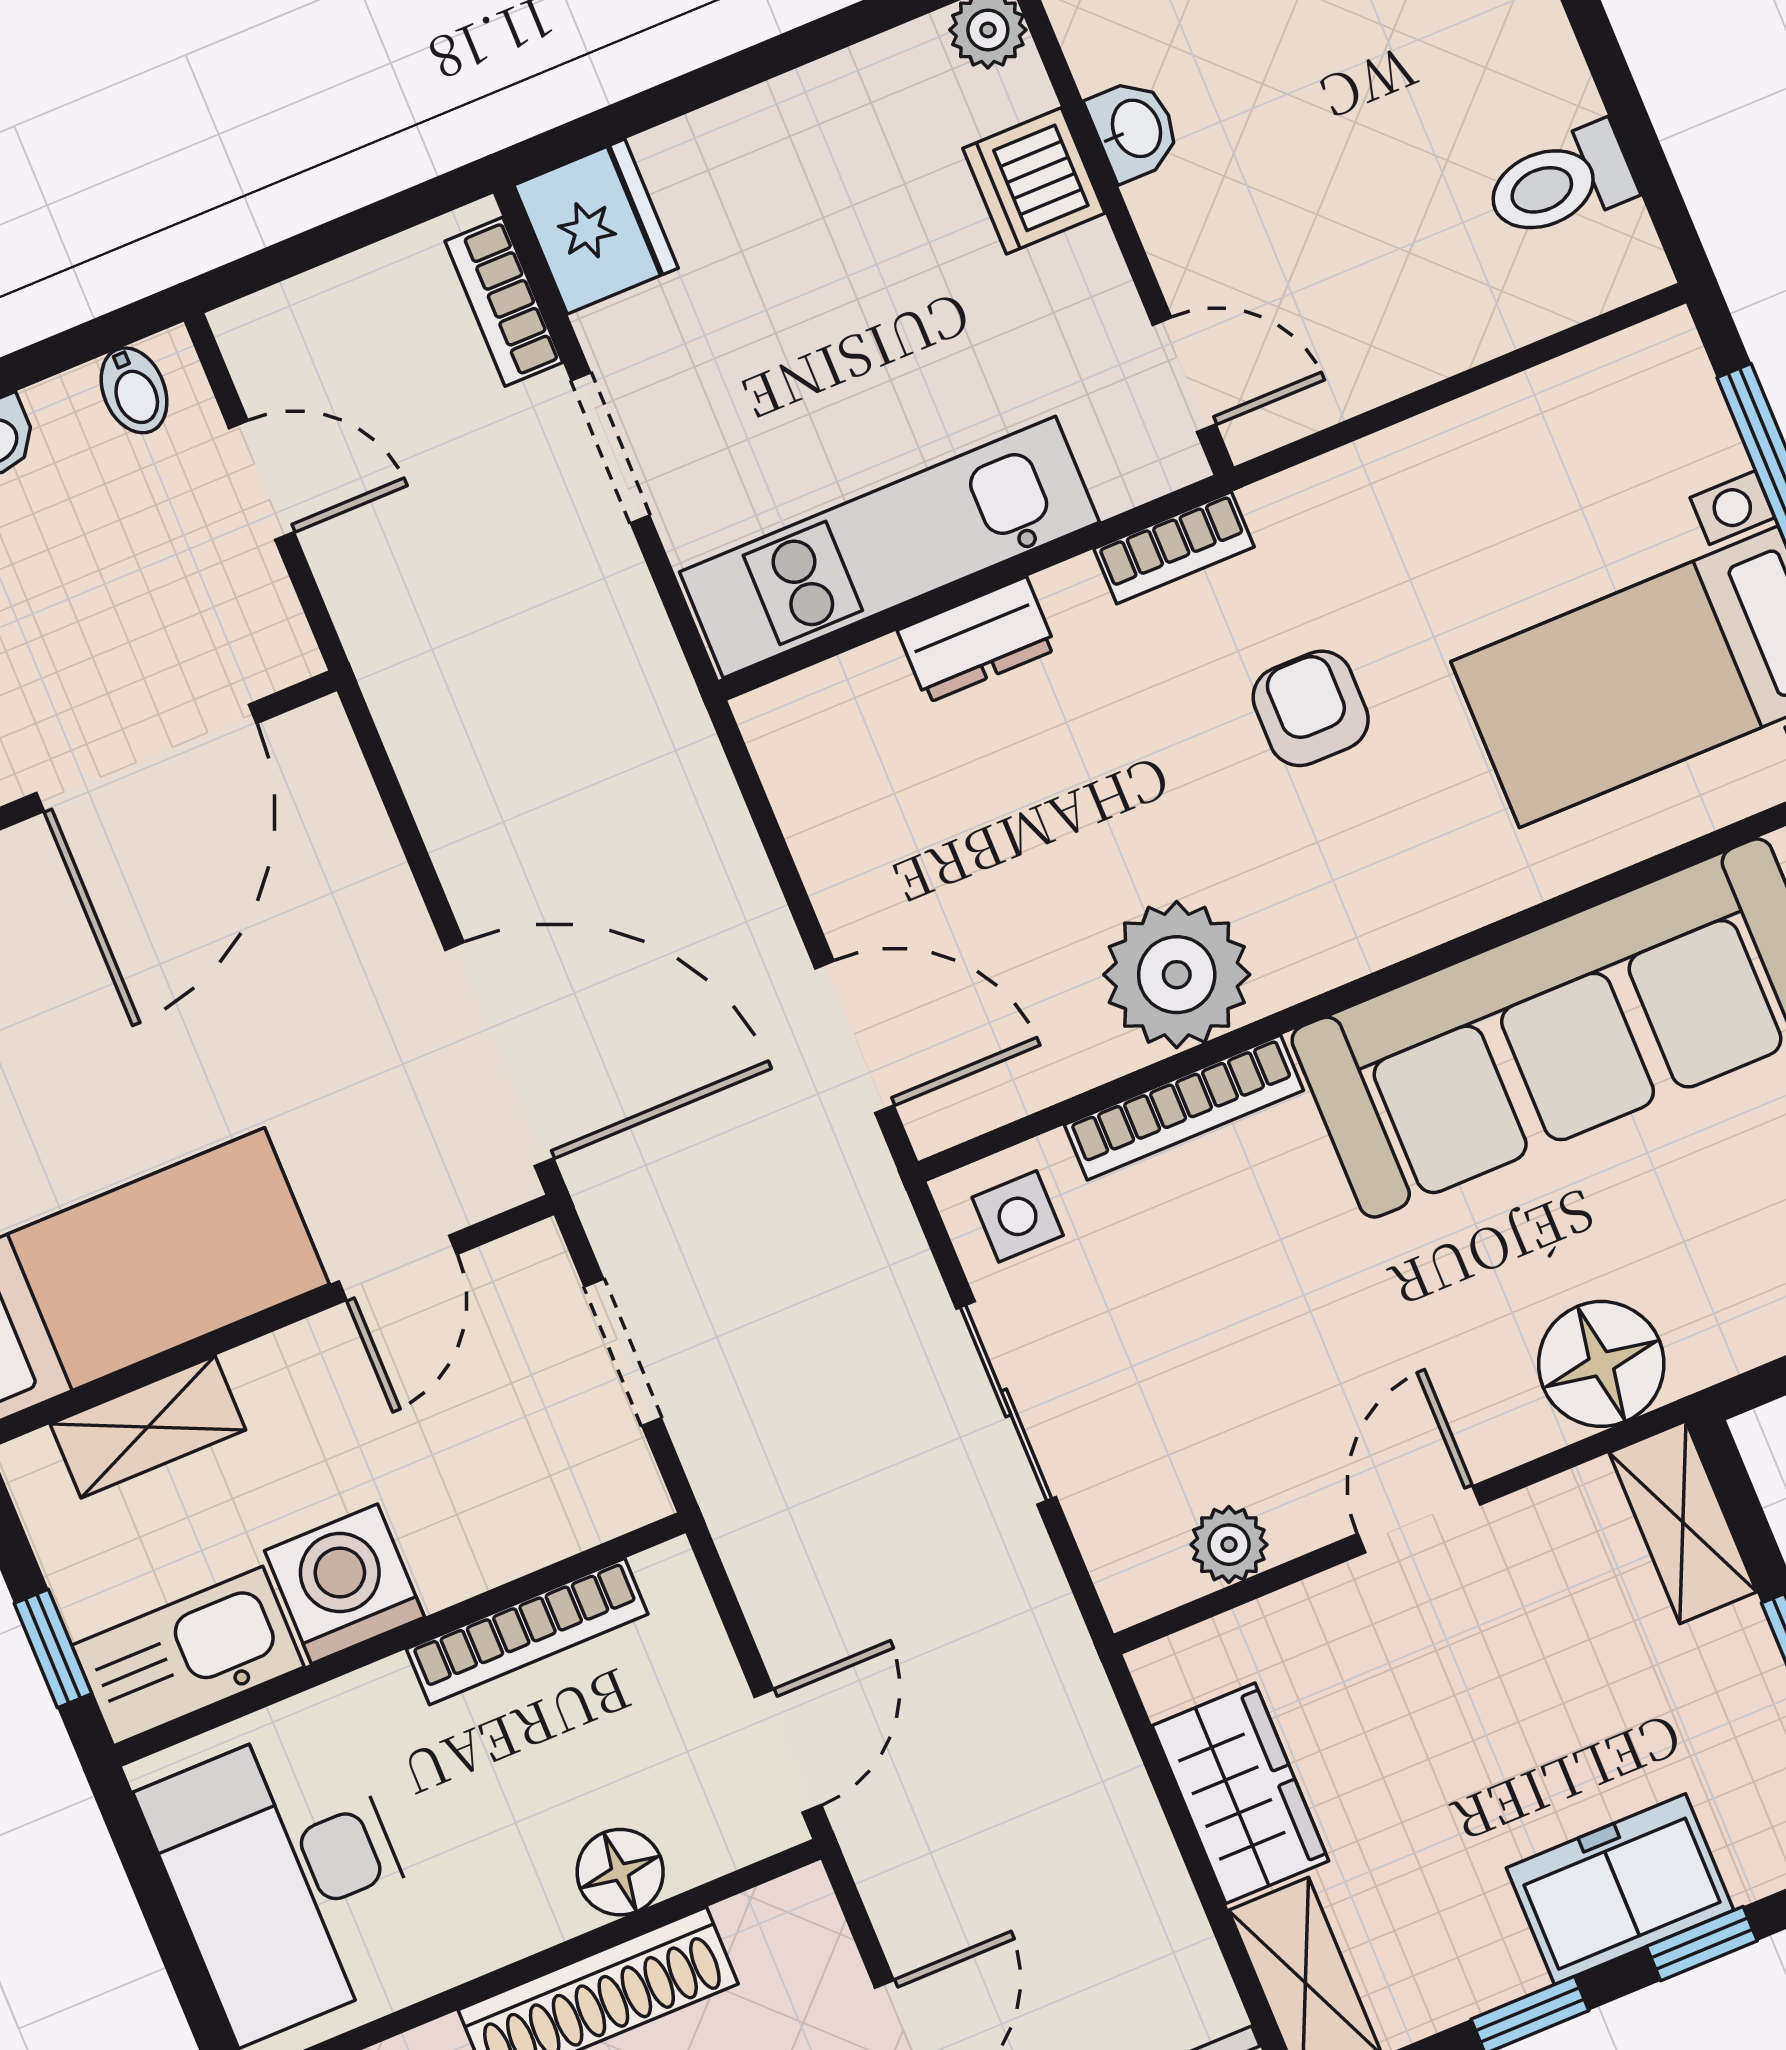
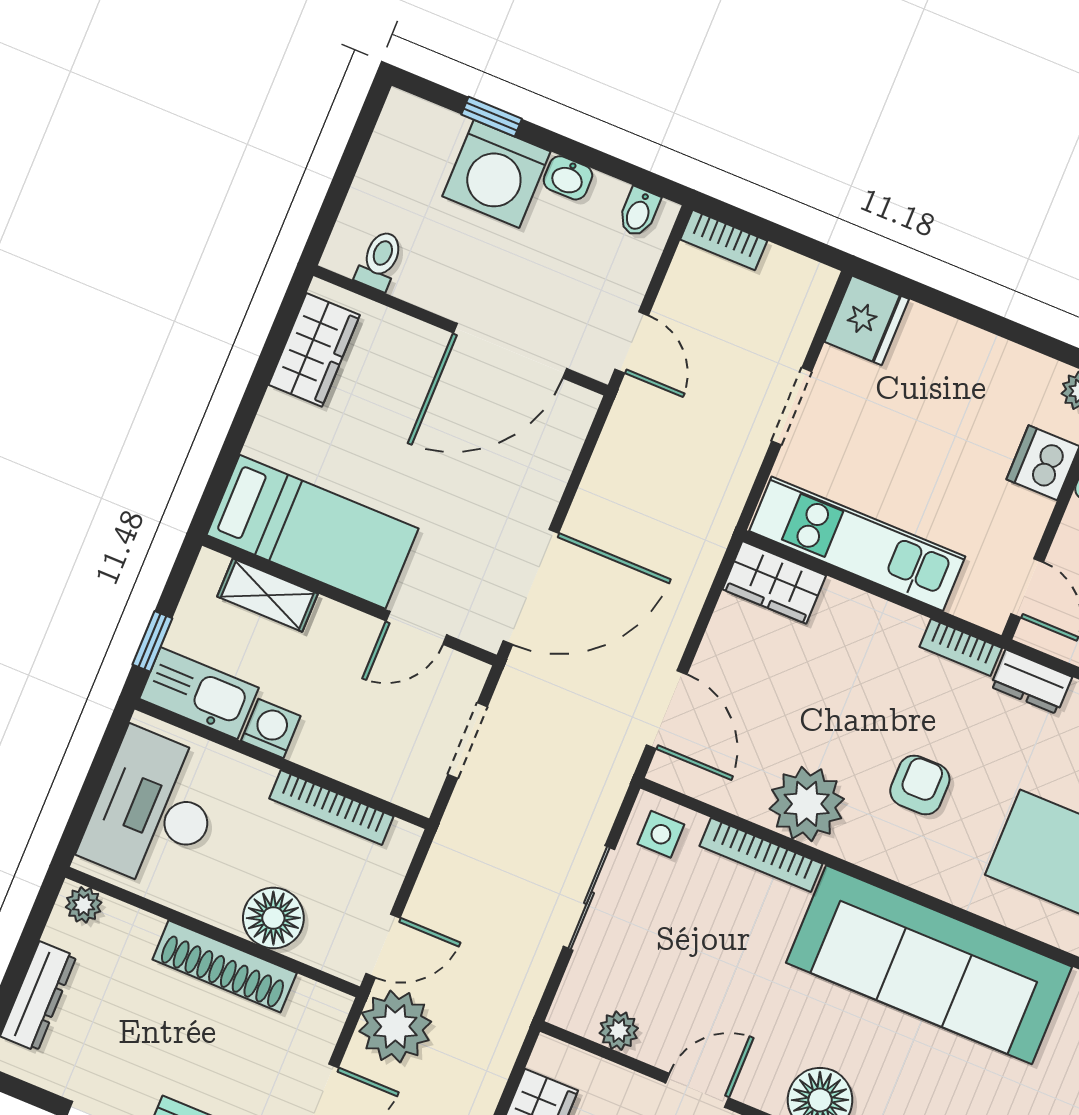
bookcase: (504, 302) -> (724, 240), moved, turned -90
door: (262, 480) -> (632, 342), moved
dresser: (977, 640) -> (1031, 682), moved
armchair: (1311, 708) -> (920, 785), moved
wardrobe: (828, 714) -> (774, 582), added
door: (499, 1054) -> (531, 587), hinge flipped
washing machine: (345, 1584) -> (271, 728), width x0.73, depth x0.73
plant: (916, 1845) -> (395, 1026), added
floor lamp: (620, 1872) -> (273, 918), width x1.38, depth x1.38

